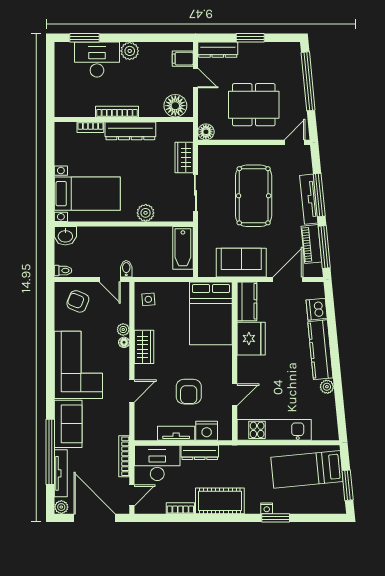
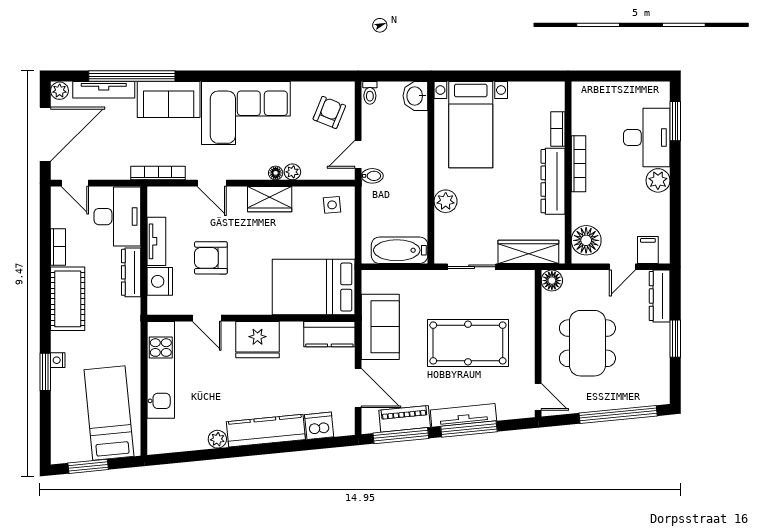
wardrobe: (184, 157) -> (528, 252), width x1.50
fridge: (251, 339) -> (257, 340), moved
bookcase: (124, 456) -> (158, 173), moved

